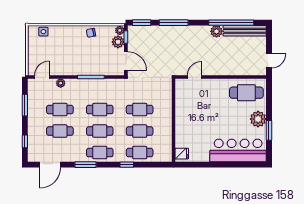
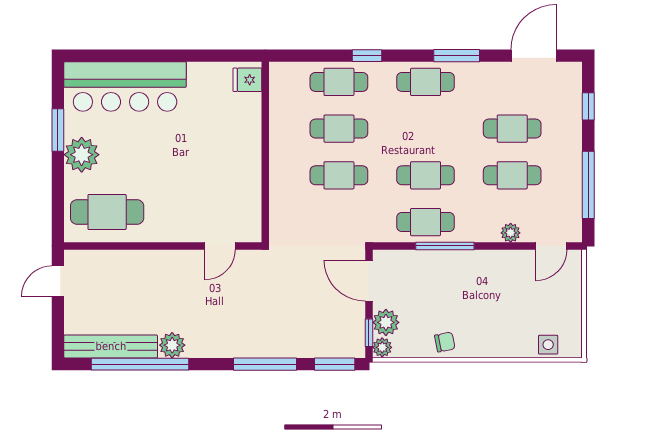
window: (25, 105) -> (588, 185), width x1.44
cafe table: (100, 131) -> (426, 222), moved

